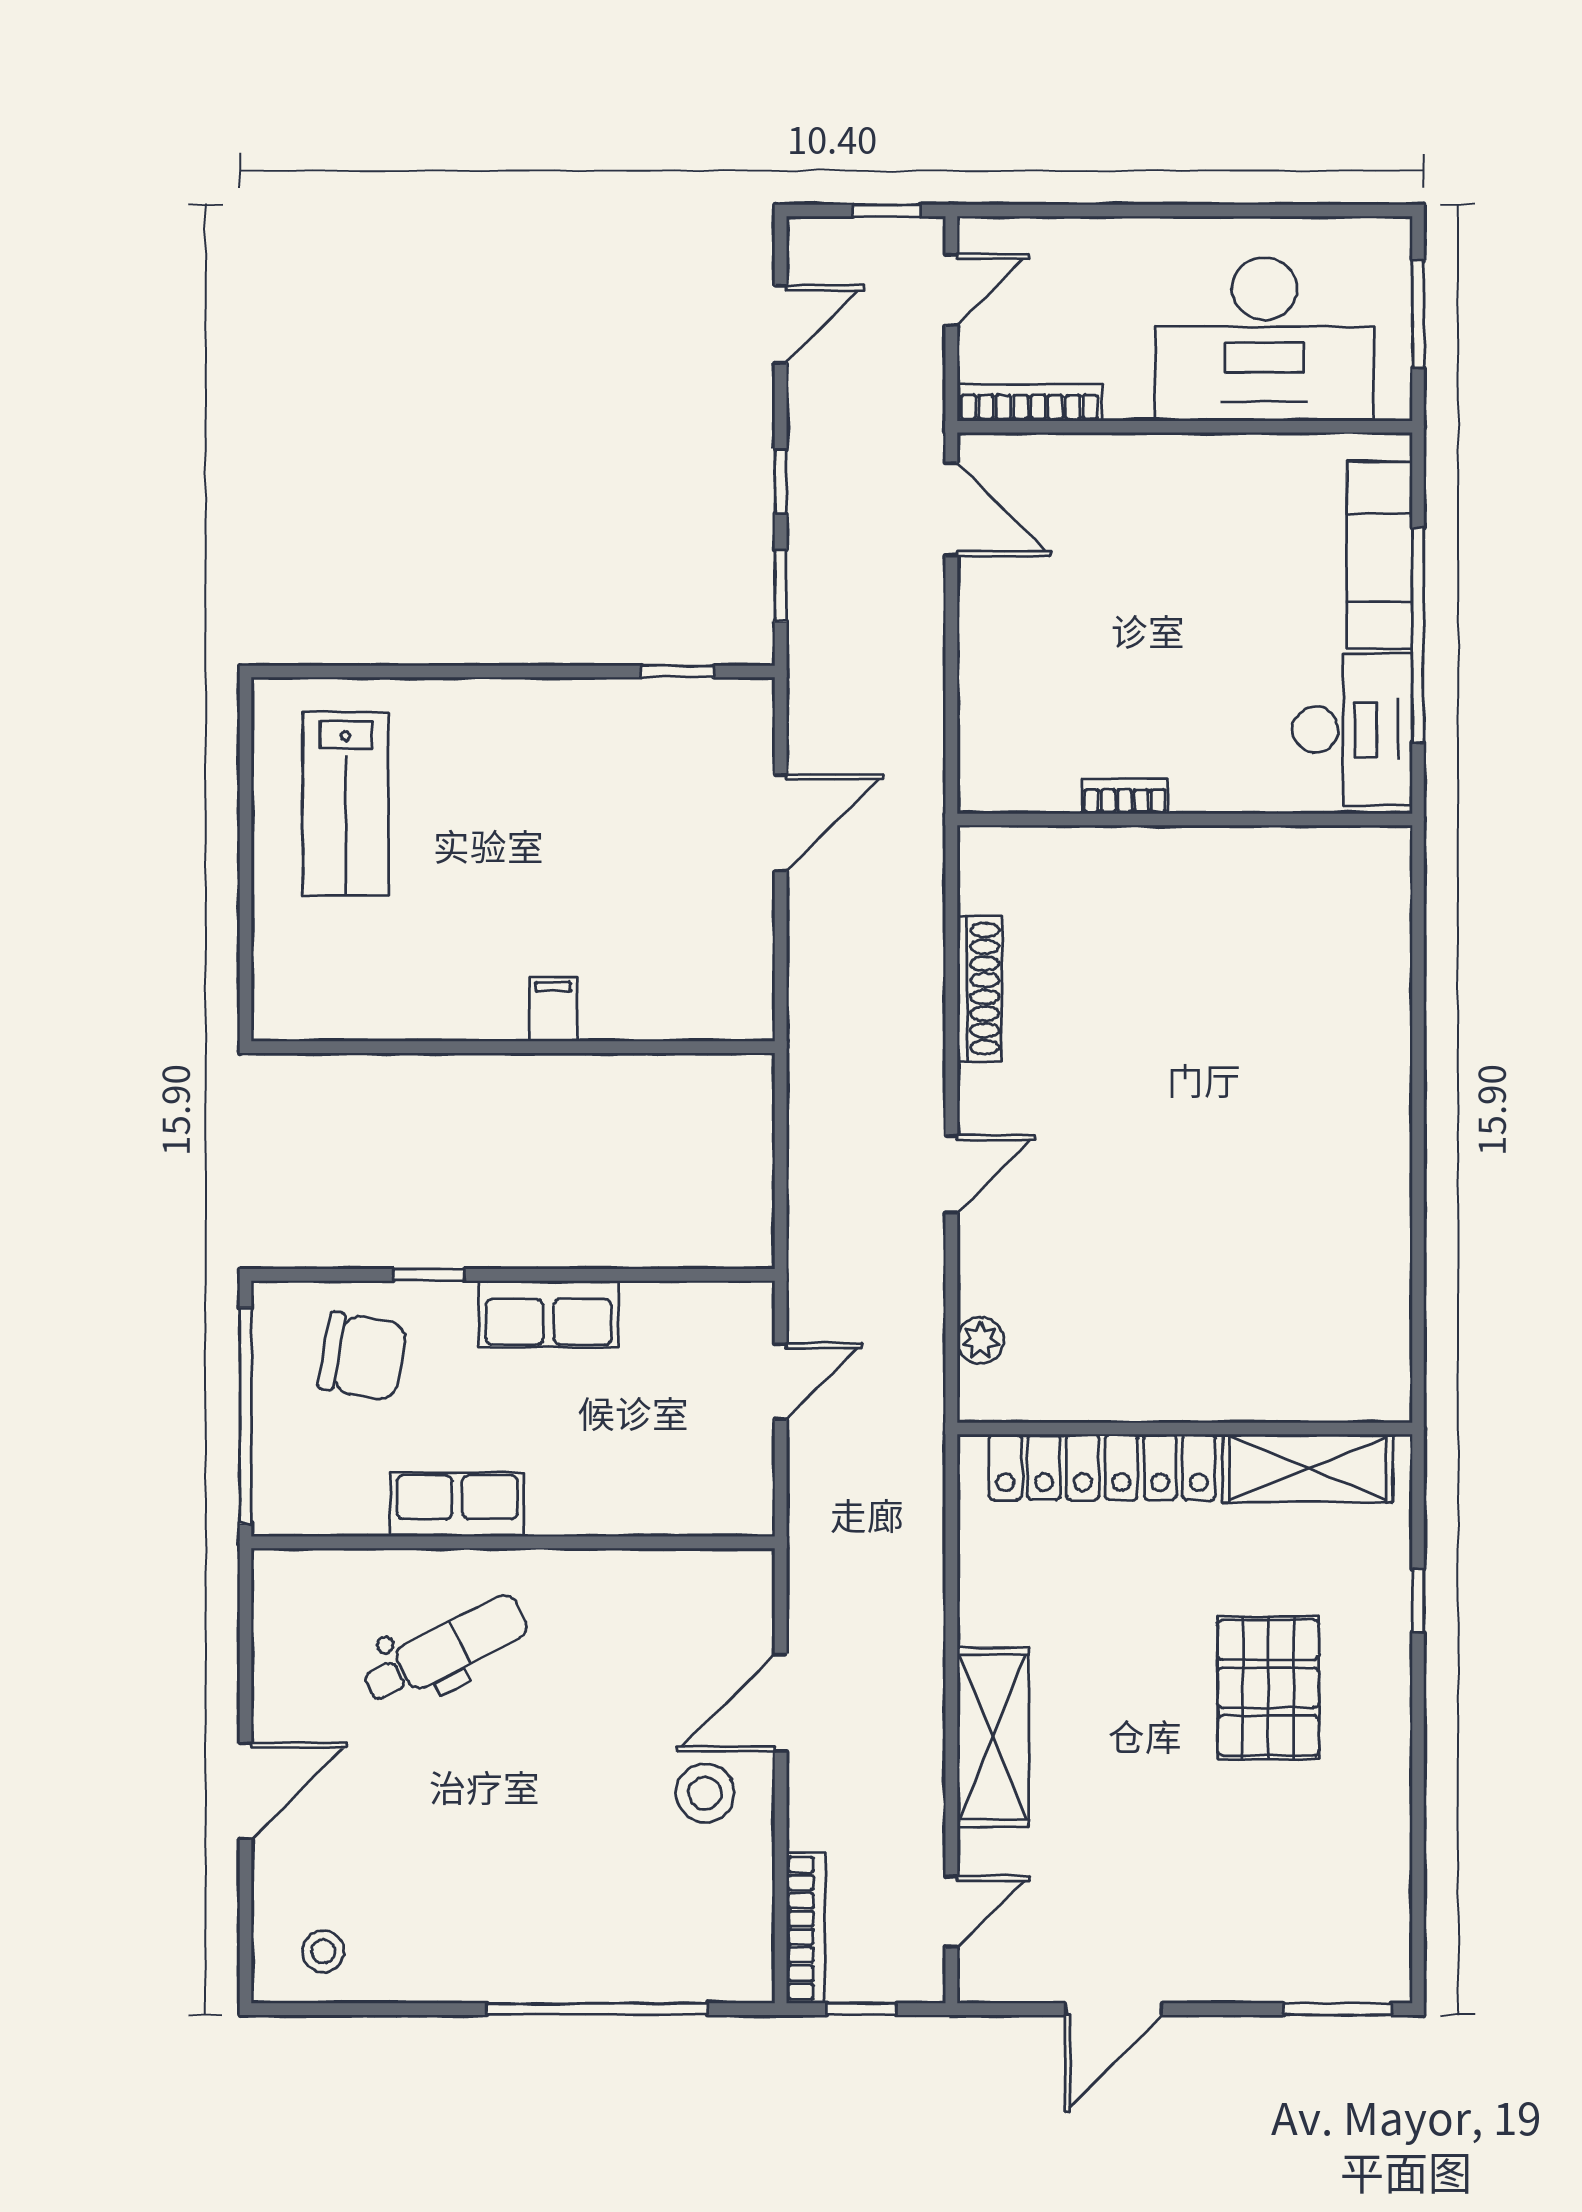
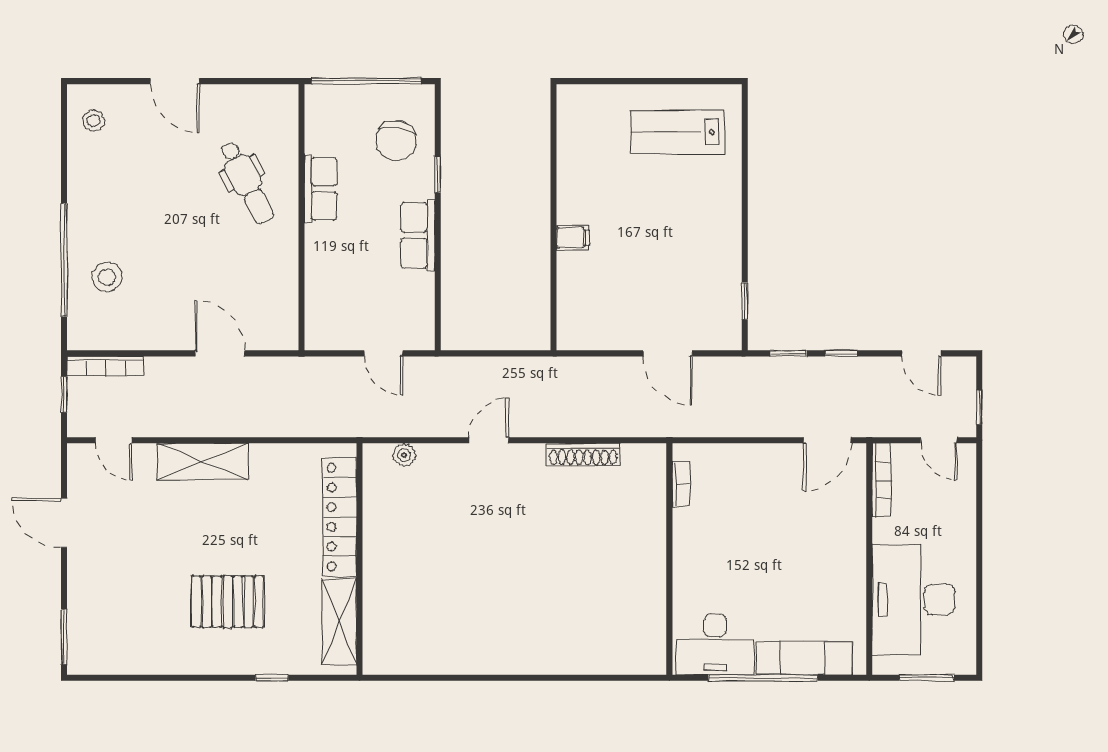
bookcase: (1125, 797) -> (681, 484), moved
door: (951, 1174) -> (489, 440), swing flipped
stool: (705, 1793) -> (107, 277), moved

